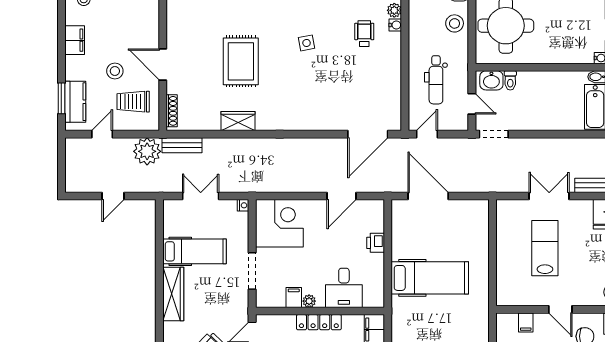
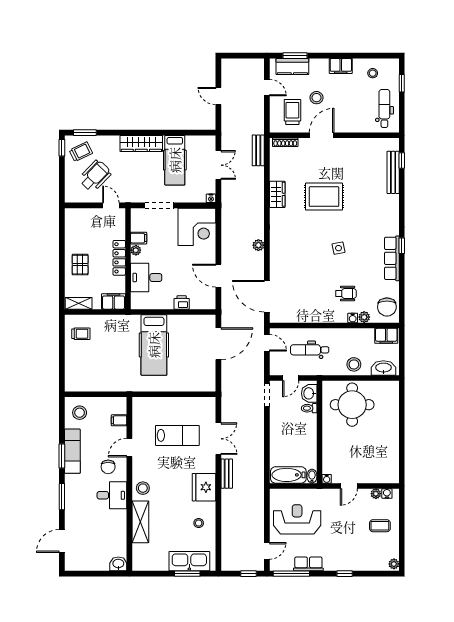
plant: (147, 151) -> (258, 245), moved, width x0.53, depth x0.53

